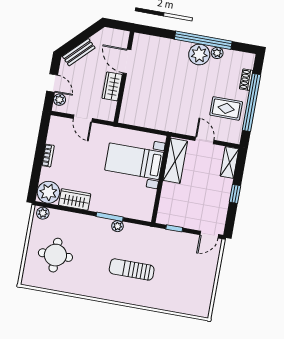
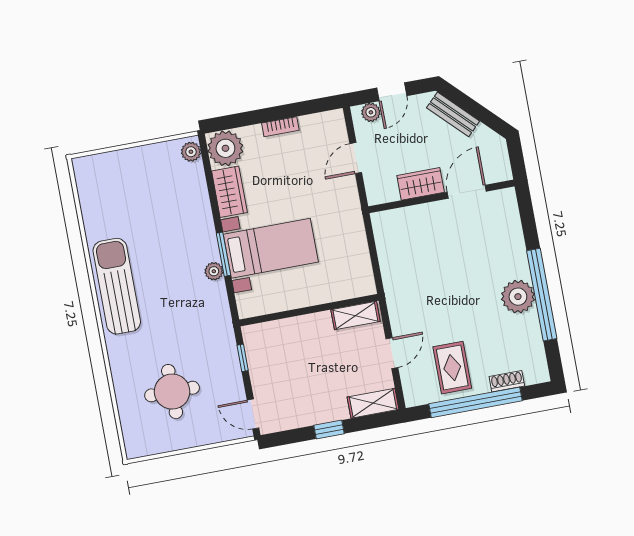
plant: (217, 53) -> (530, 323), removed
bed with nightstands: (134, 161) -> (271, 248), moved, turned 90
shelving: (175, 161) -> (355, 316), width x0.67, depth x0.75
round table: (55, 255) -> (172, 392), moved
sun lounger: (132, 269) -> (117, 286), moved, width x1.36, depth x1.34

